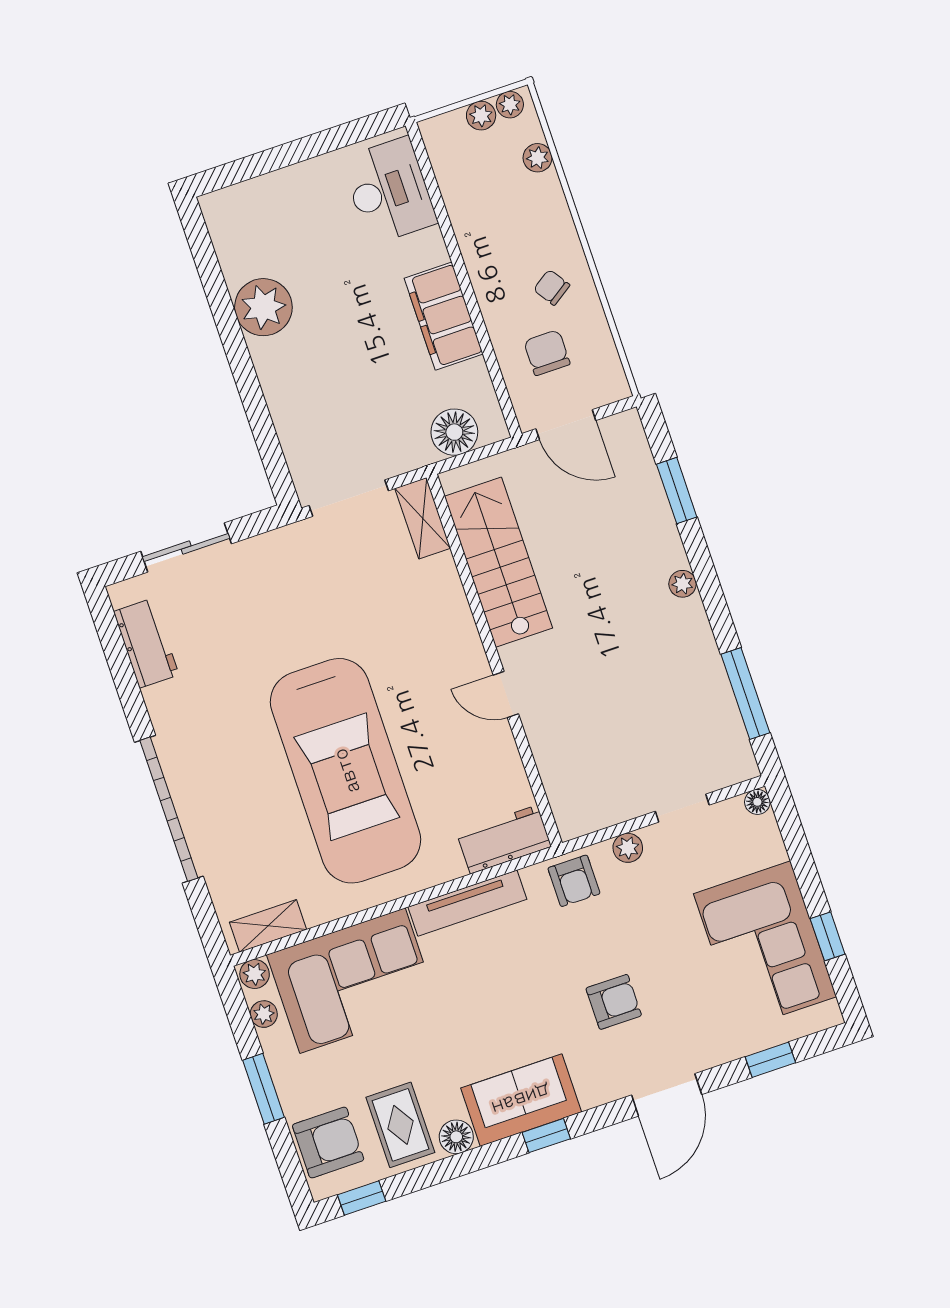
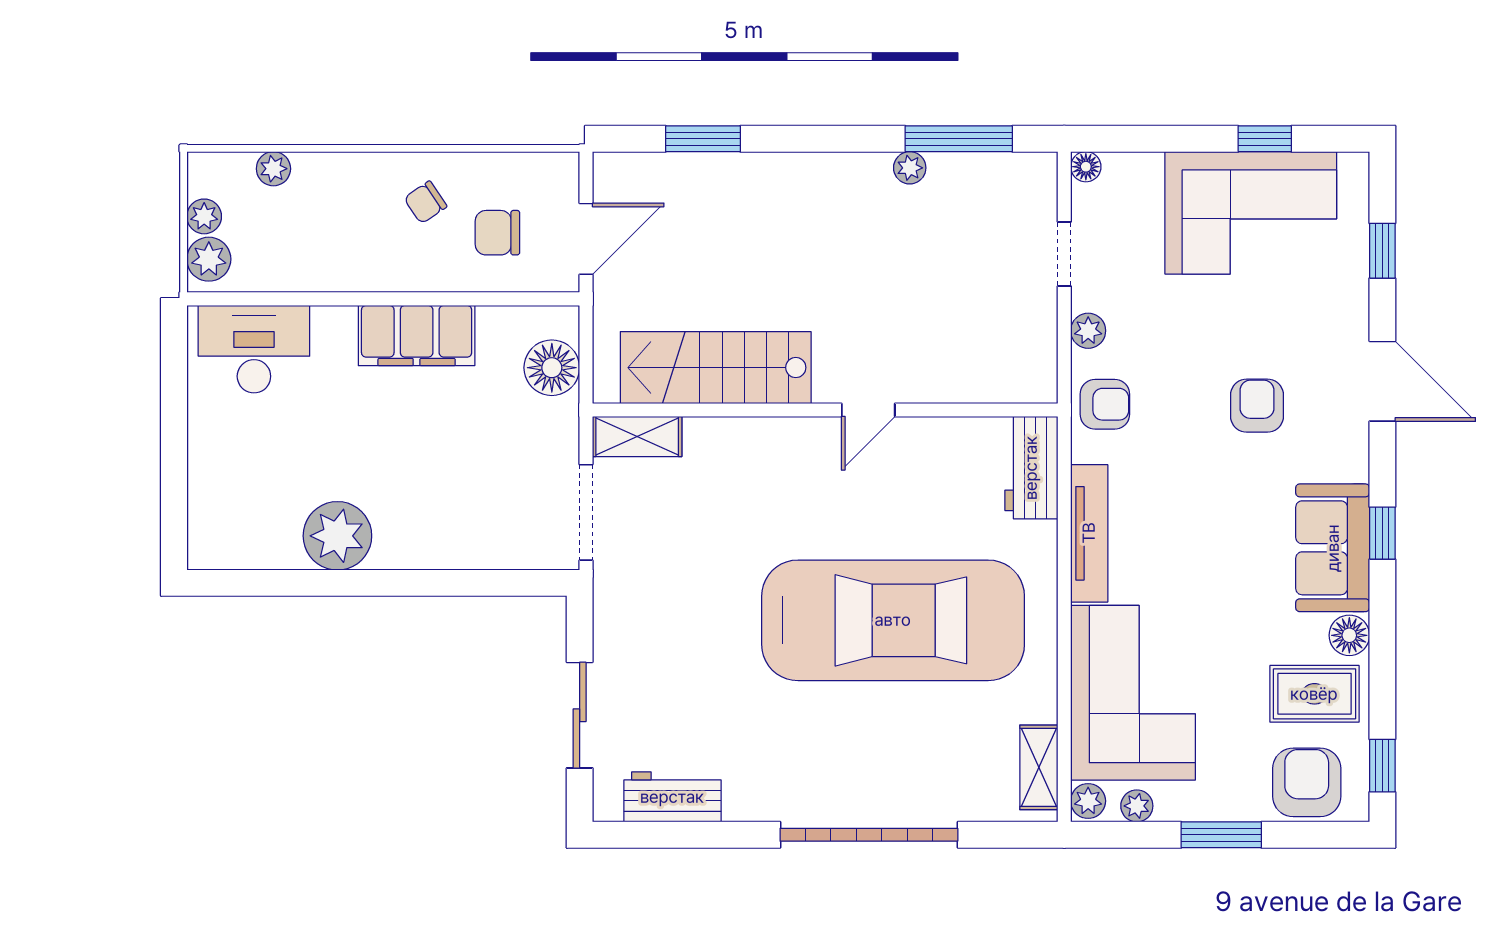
plant: (510, 105) -> (209, 259), moved, width x1.38, depth x1.38
plant: (683, 584) -> (910, 168), moved

